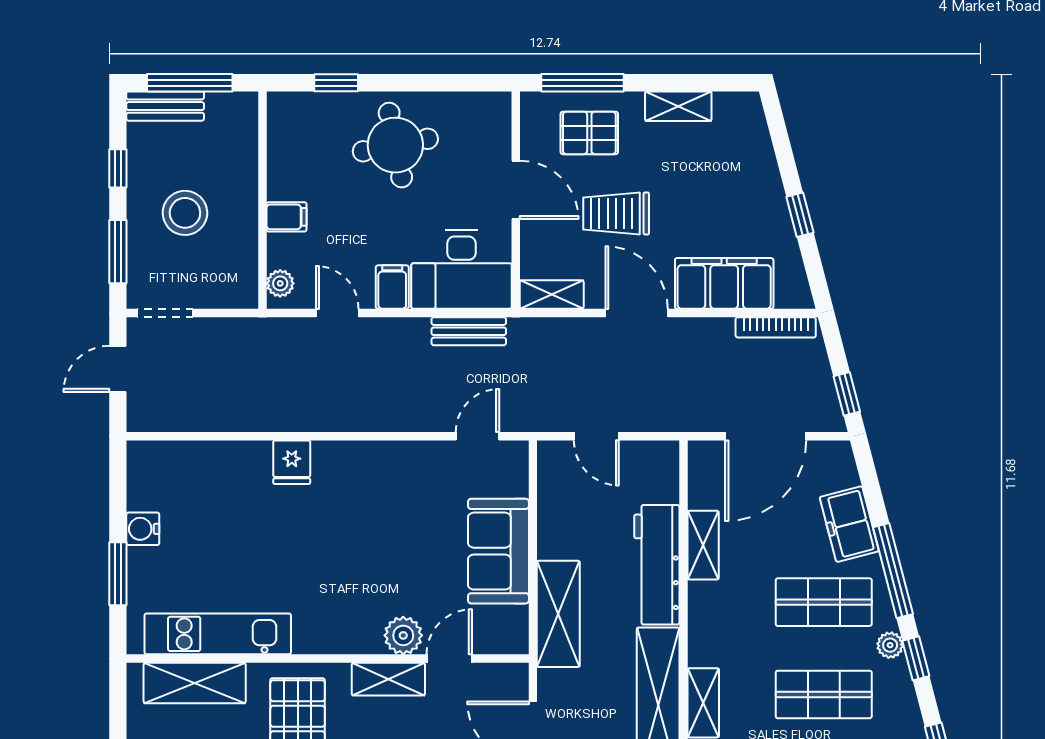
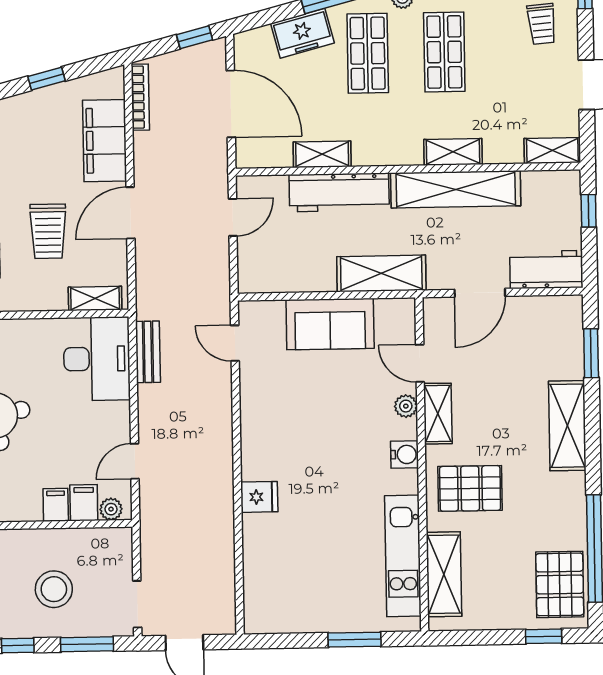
door: (516, 190) -> (30, 315), removed
filing cabinet: (392, 287) -> (84, 503), moved, turned 90
shelving: (552, 295) -> (95, 298), moved, turned 90
door: (596, 436) -> (233, 217), moved
water cooler: (143, 529) -> (405, 454), moved, turned -90
plant: (403, 635) -> (406, 406), width x0.73, depth x0.73

